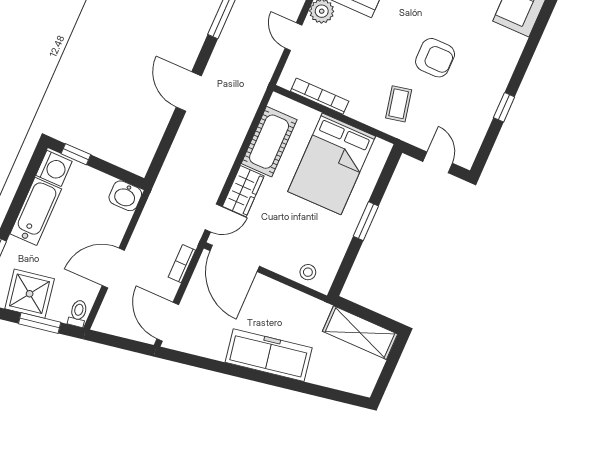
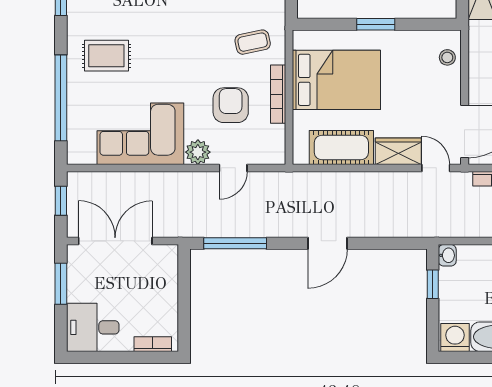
armchair: (435, 58) -> (231, 105), moved
bookcase: (320, 96) -> (278, 94), moved
window: (76, 154) -> (433, 284), moved
washbasin: (125, 196) -> (447, 255), width x0.72, depth x0.69

